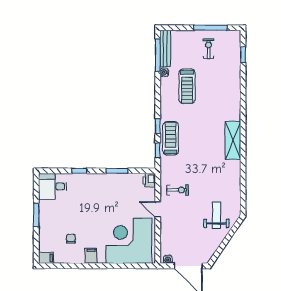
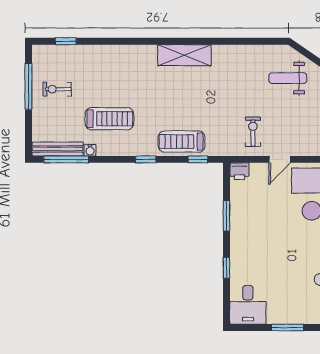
window: (158, 126) -> (146, 159), moved

